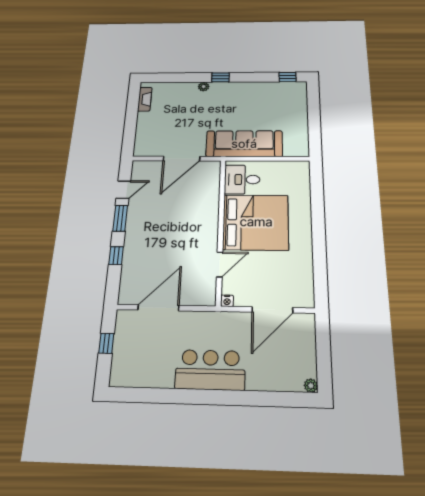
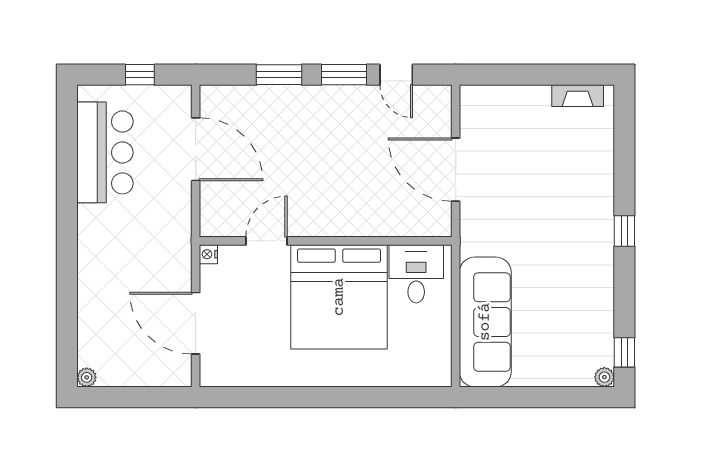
plant: (204, 87) -> (604, 377), moved
sofa: (244, 144) -> (485, 322), moved
window: (116, 256) -> (279, 75), width x1.50
door: (220, 265) -> (267, 241), swing flipped
bar counter: (210, 370) -> (105, 152), moved

